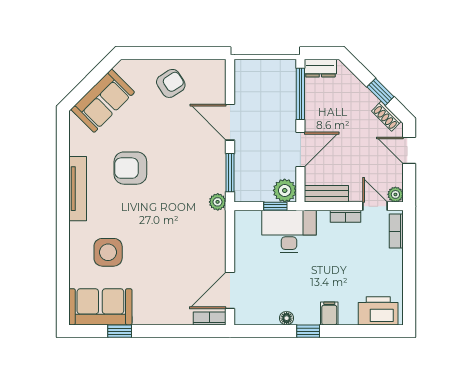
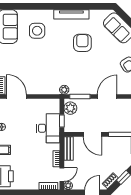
plant: (285, 190) -> (70, 108), moved

